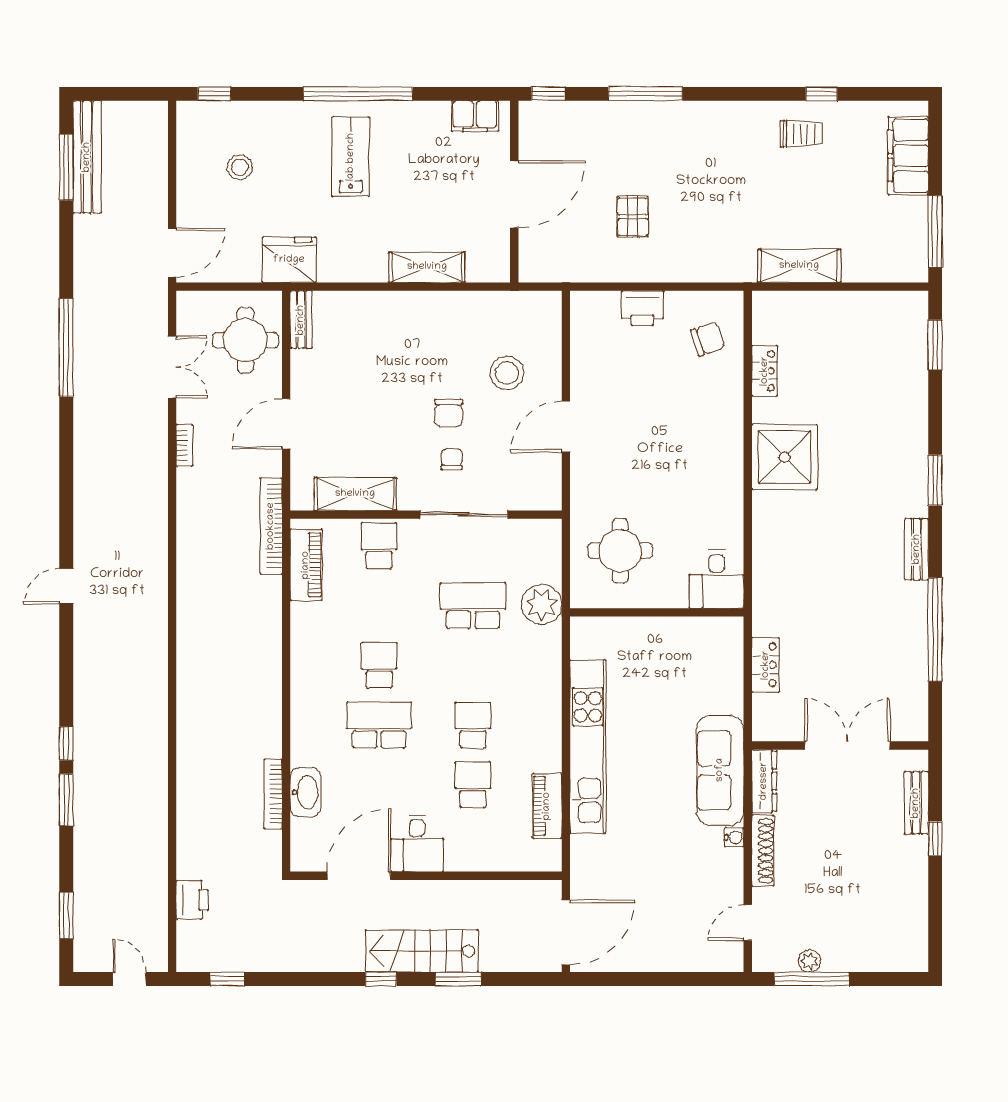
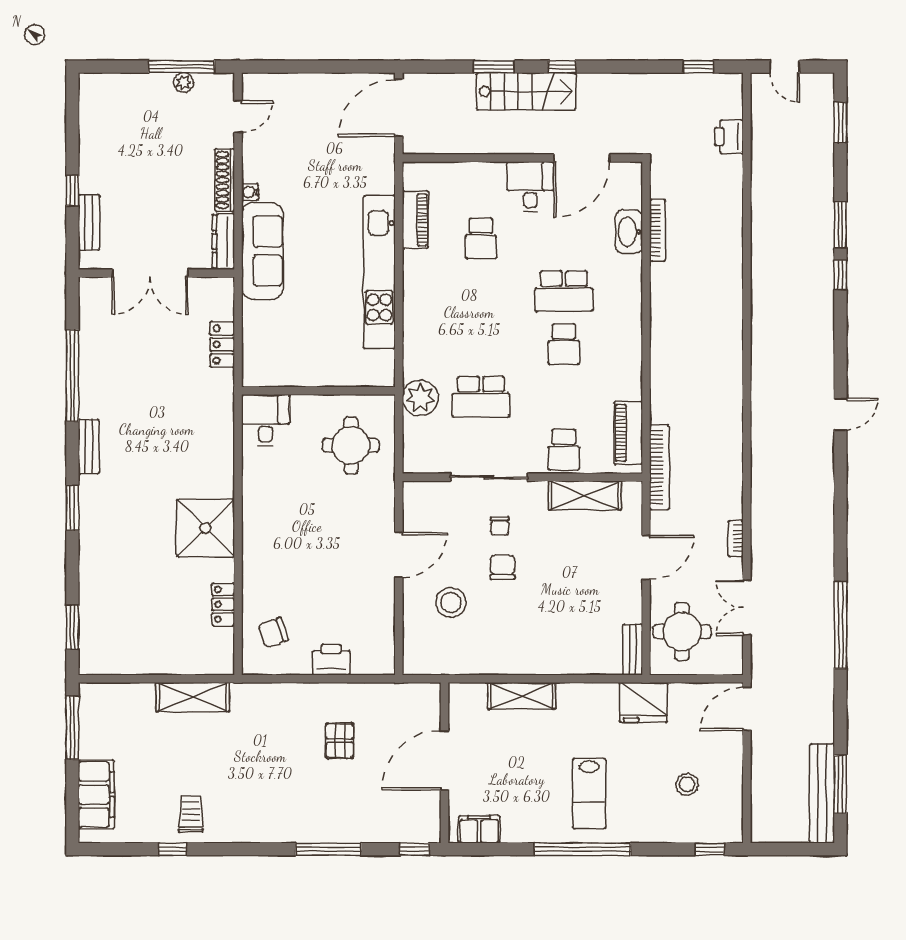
trolley: (801, 134) -> (191, 814), turned 90
school desk: (473, 725) -> (481, 291), removed

